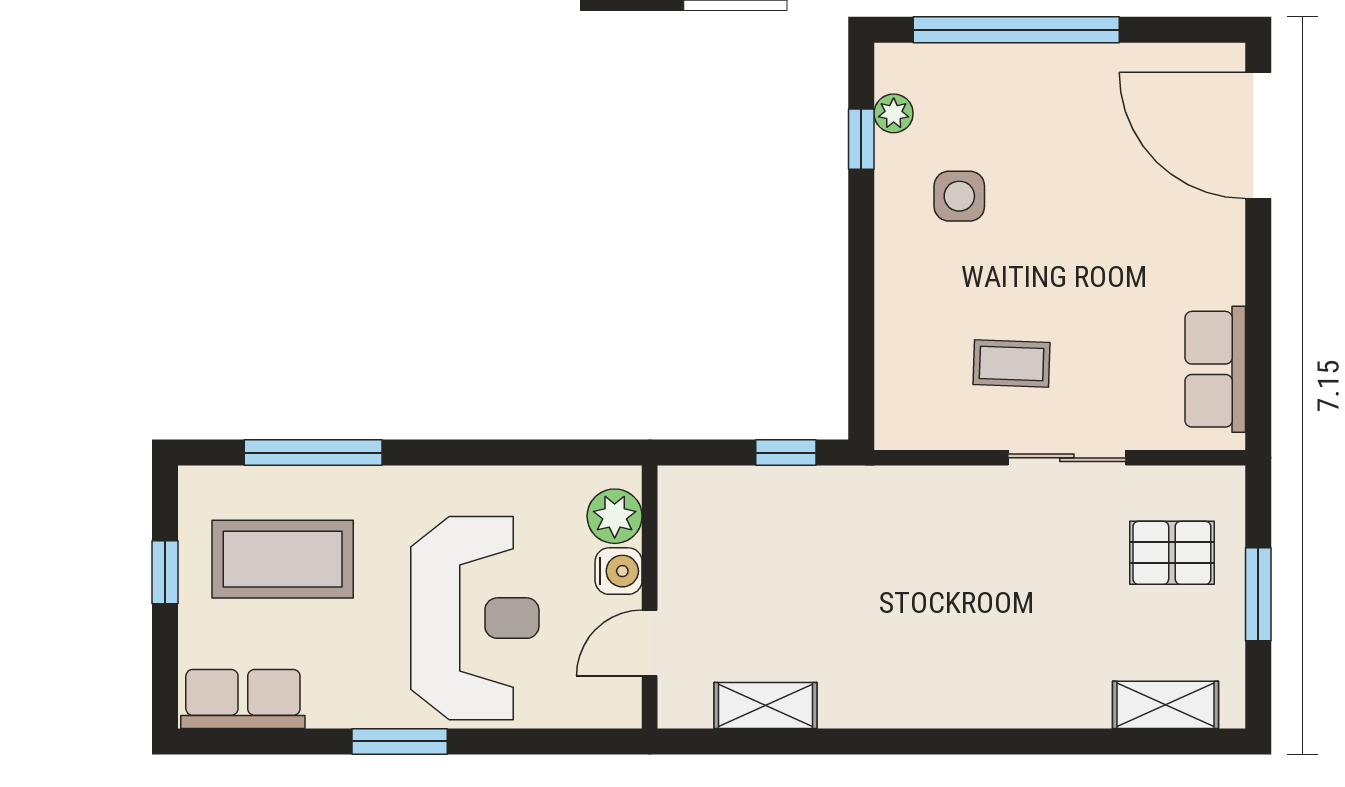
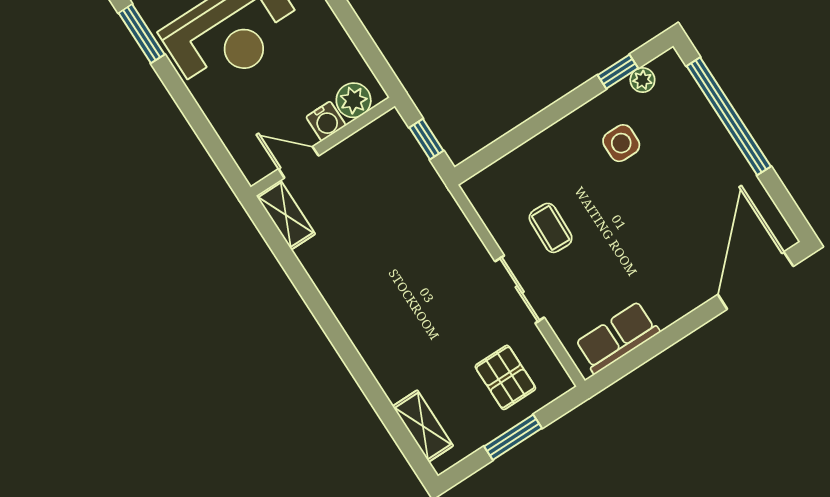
plant: (615, 516) -> (354, 100), moved
water cooler: (619, 571) -> (326, 121), moved
wall: (650, 597) -> (323, 146), moved
door: (650, 643) -> (299, 162), moved

